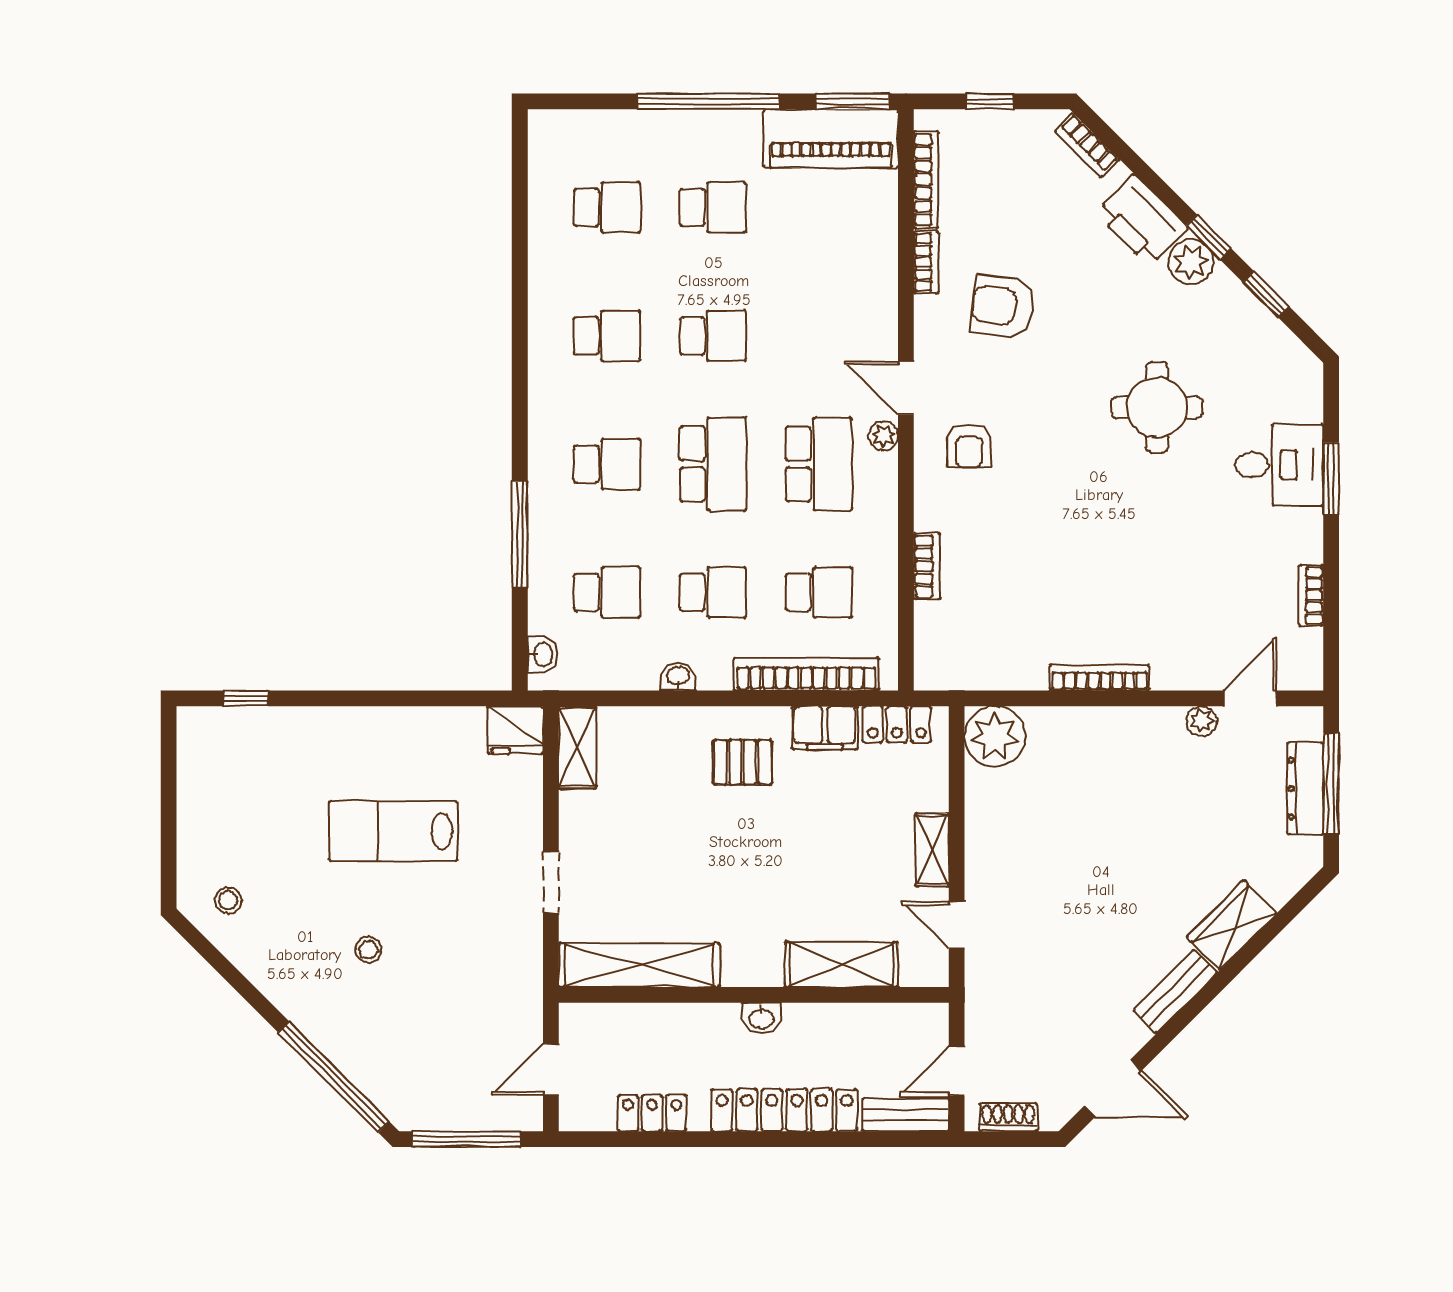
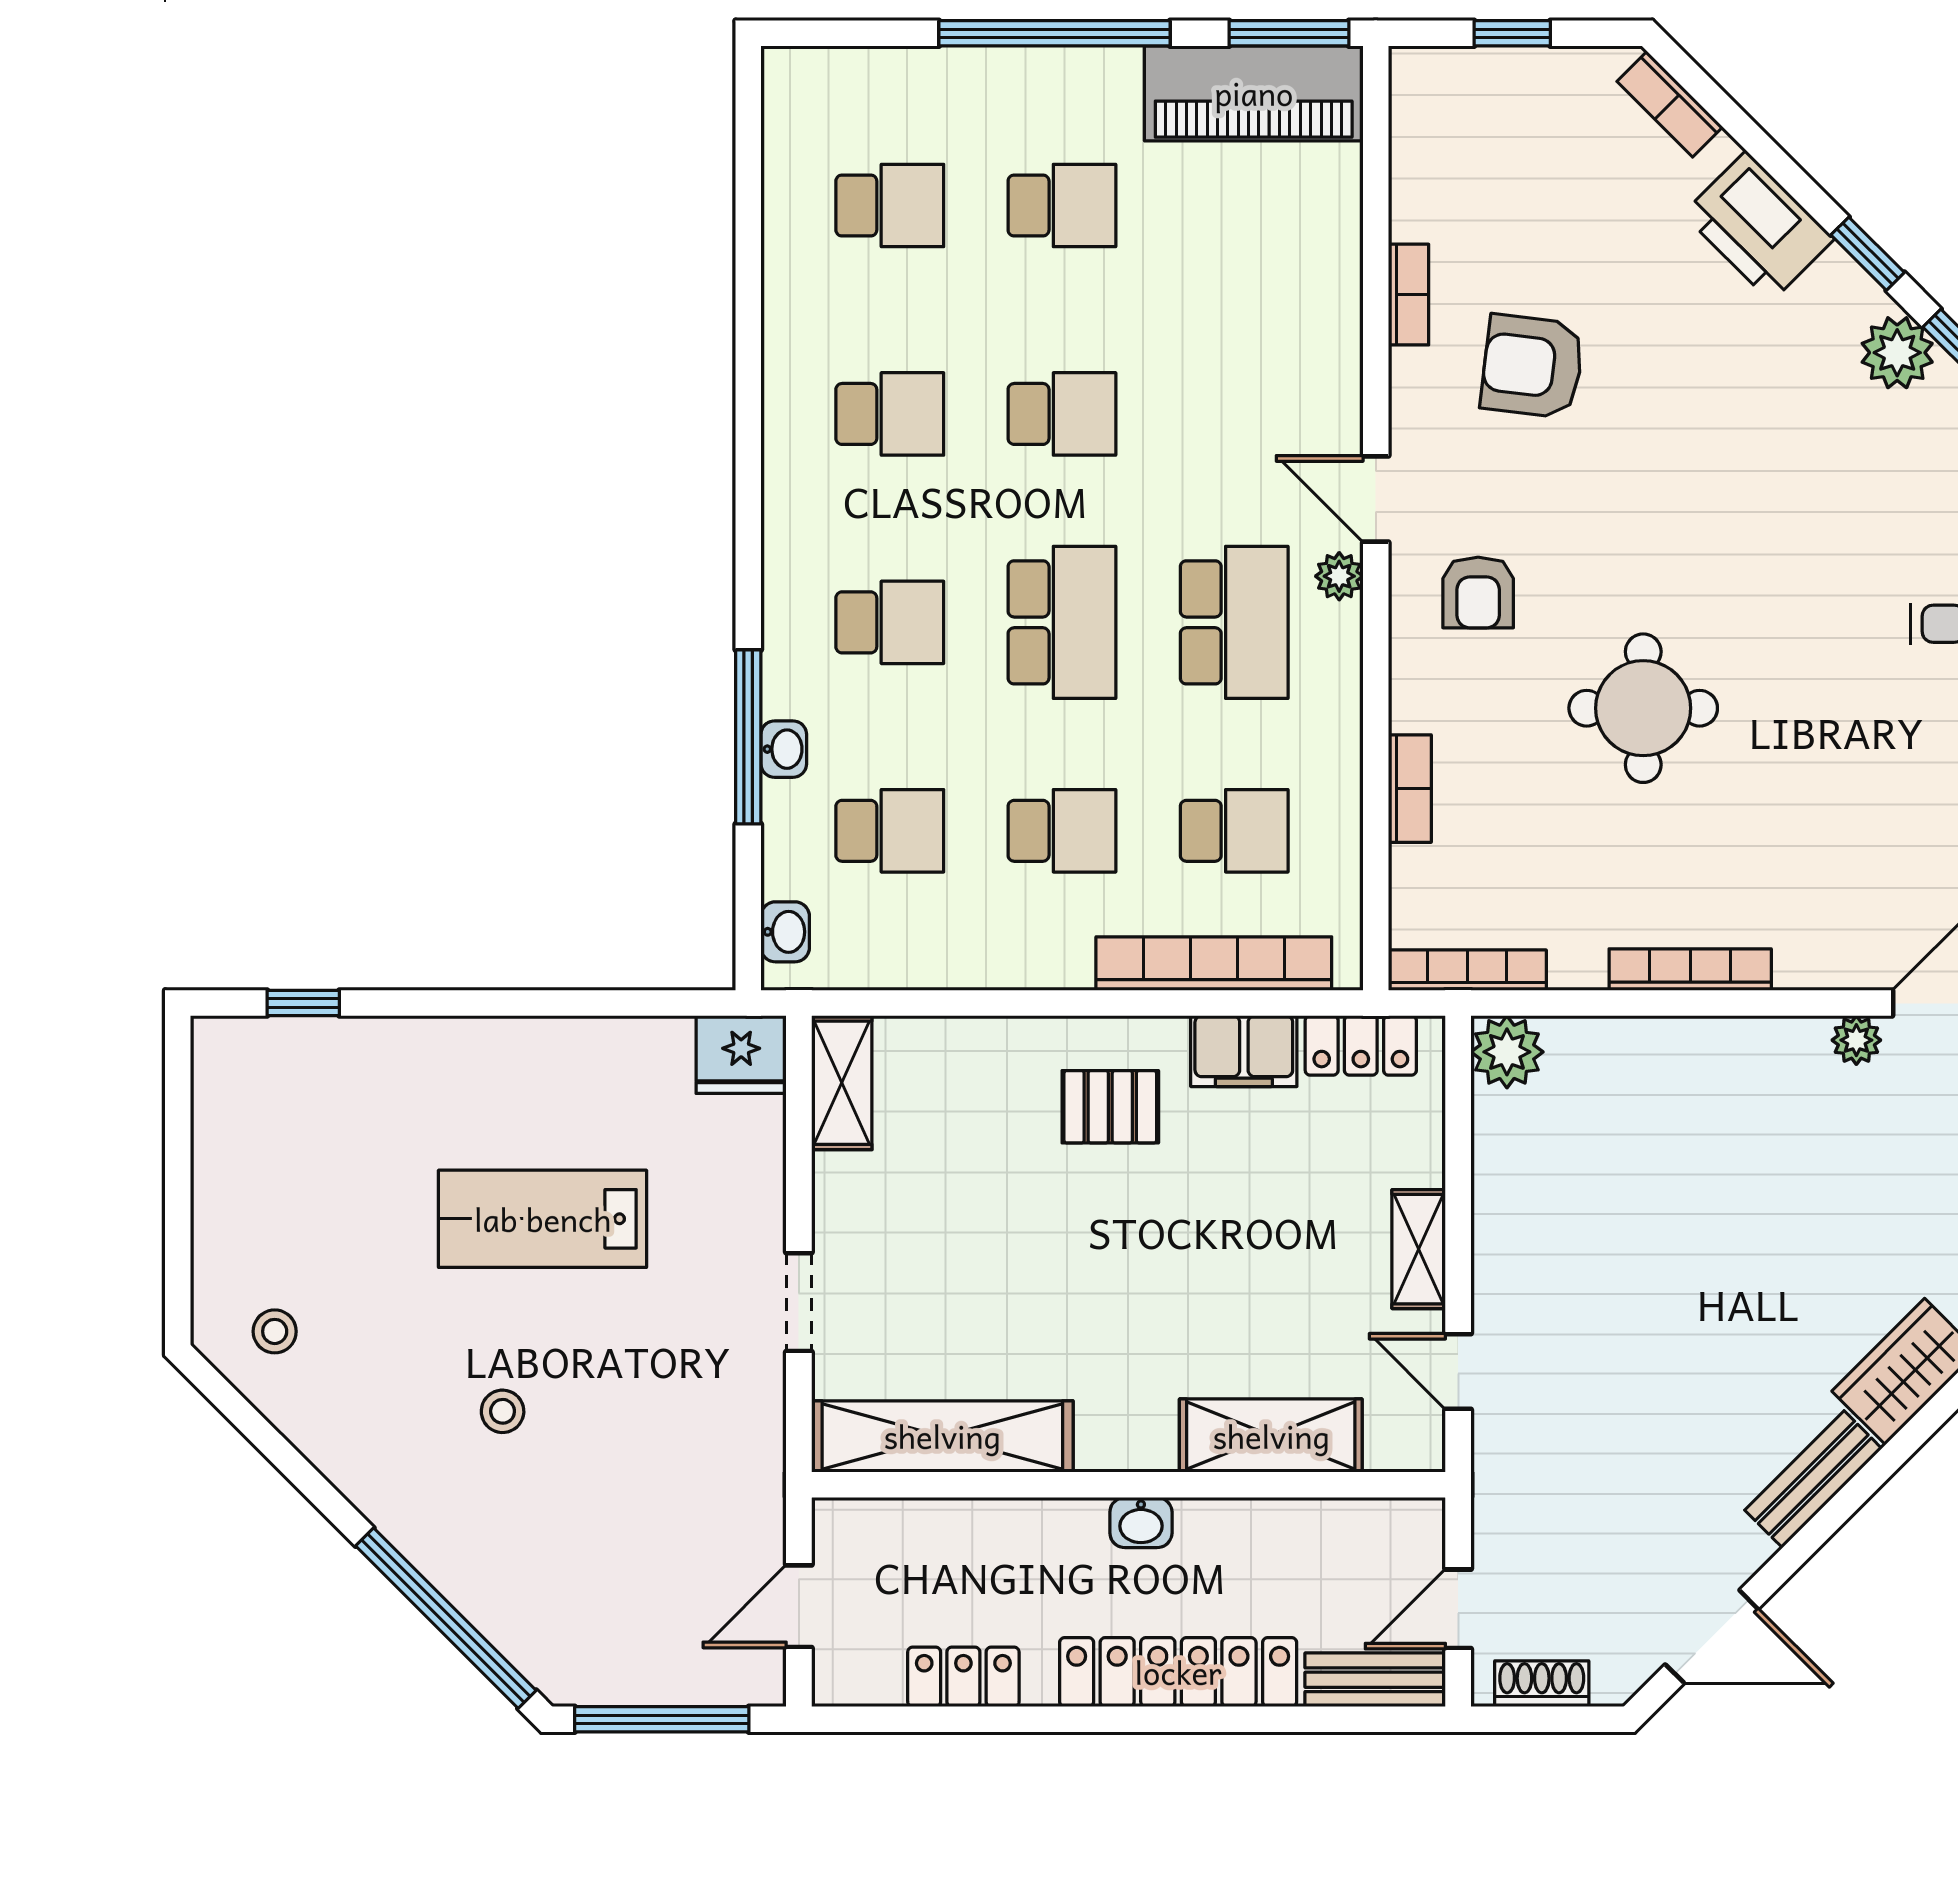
bookcase: (926, 180) -> (1467, 970), moved, turned -90
plant: (1191, 262) -> (1897, 353), moved
round table: (1157, 407) -> (1643, 708), moved
washbasin: (678, 676) -> (784, 749), moved, turned 90
plant: (995, 737) -> (1507, 1052), width x0.73, depth x0.73

